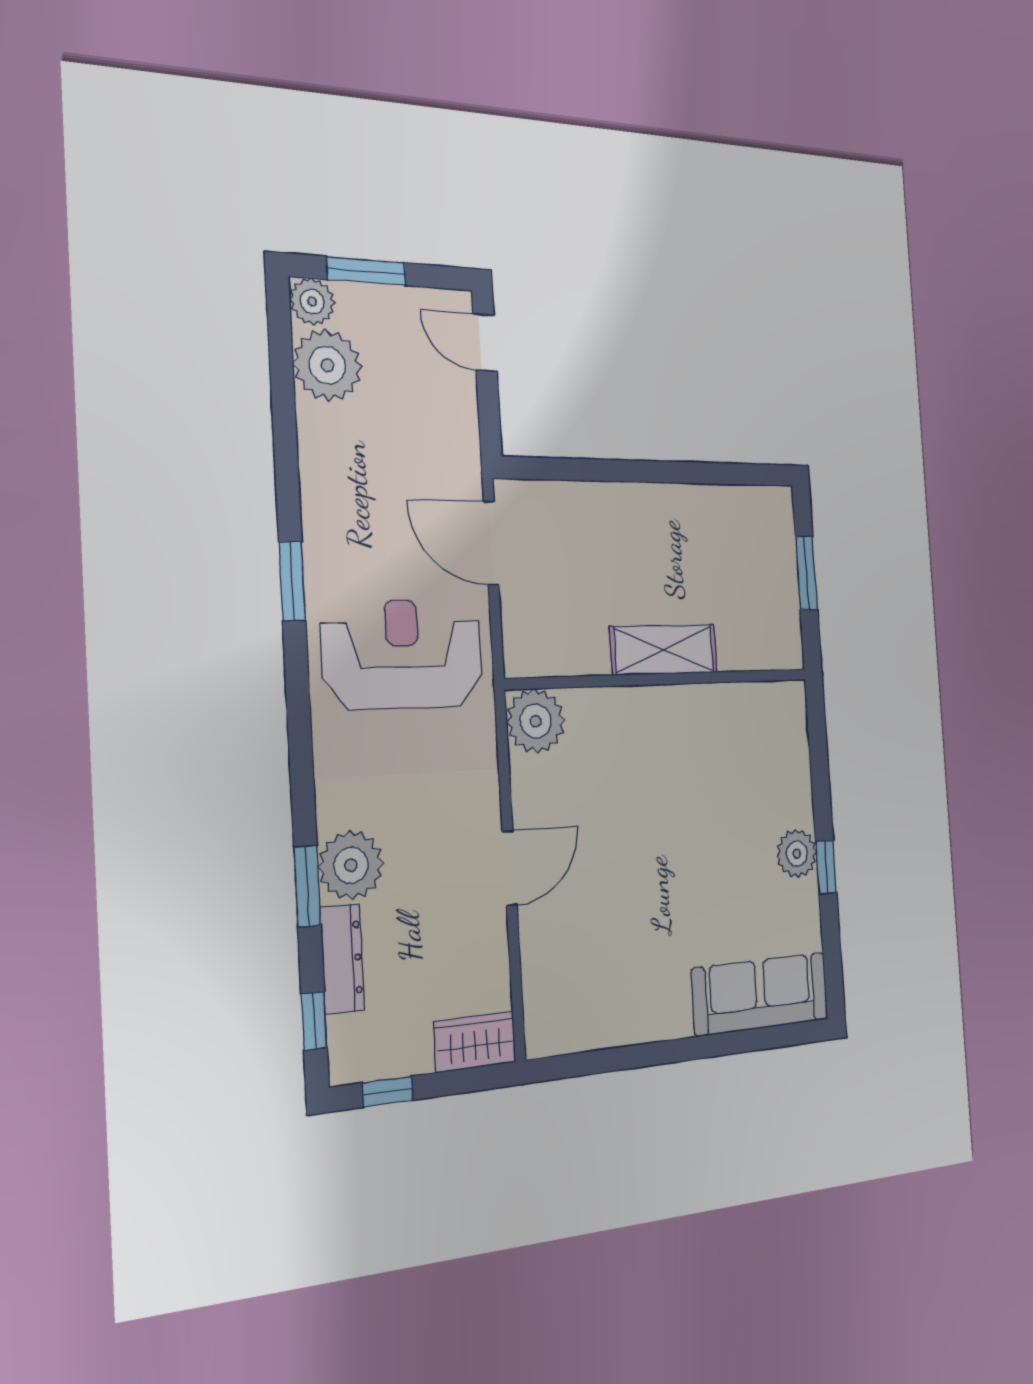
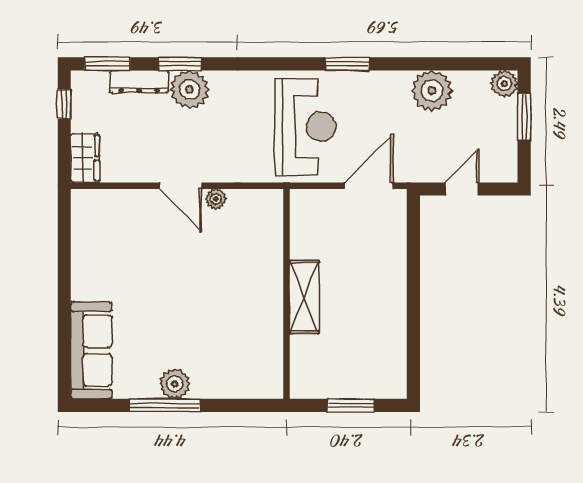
door: (485, 343) -> (462, 189), moved
plant: (327, 365) -> (432, 91), moved
plant: (536, 721) -> (216, 199), moved, width x0.53, depth x0.53
window: (826, 867) -> (165, 405), width x2.17
window: (314, 1021) -> (107, 64), width x1.50

